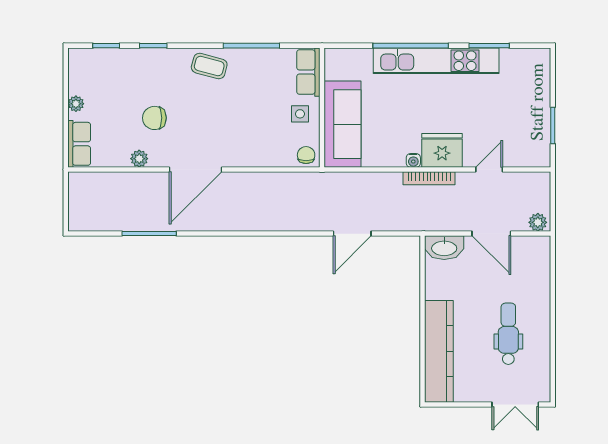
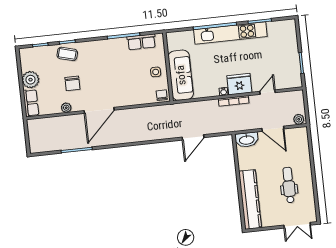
coffee table: (209, 66) -> (67, 54), moved
row of seats: (308, 72) -> (141, 42), moved, turned -90
plant: (76, 104) -> (31, 80), width x1.88, depth x1.88
chair: (154, 118) -> (72, 83), turned -90

